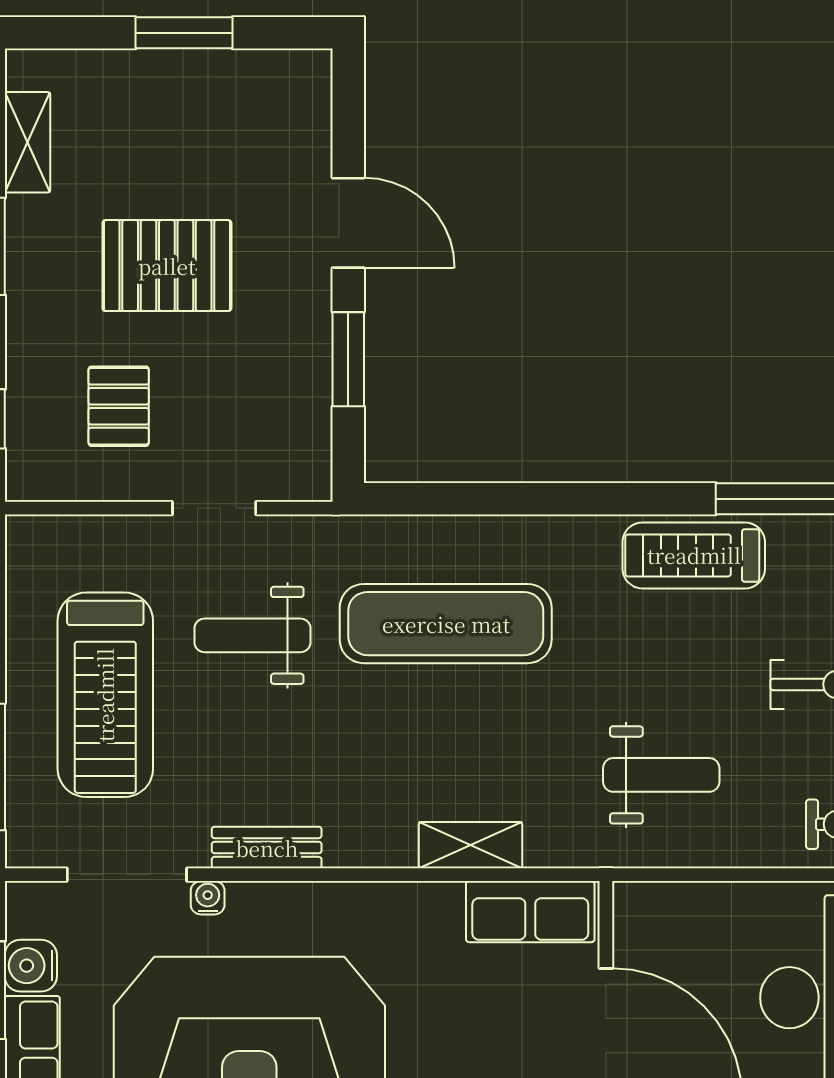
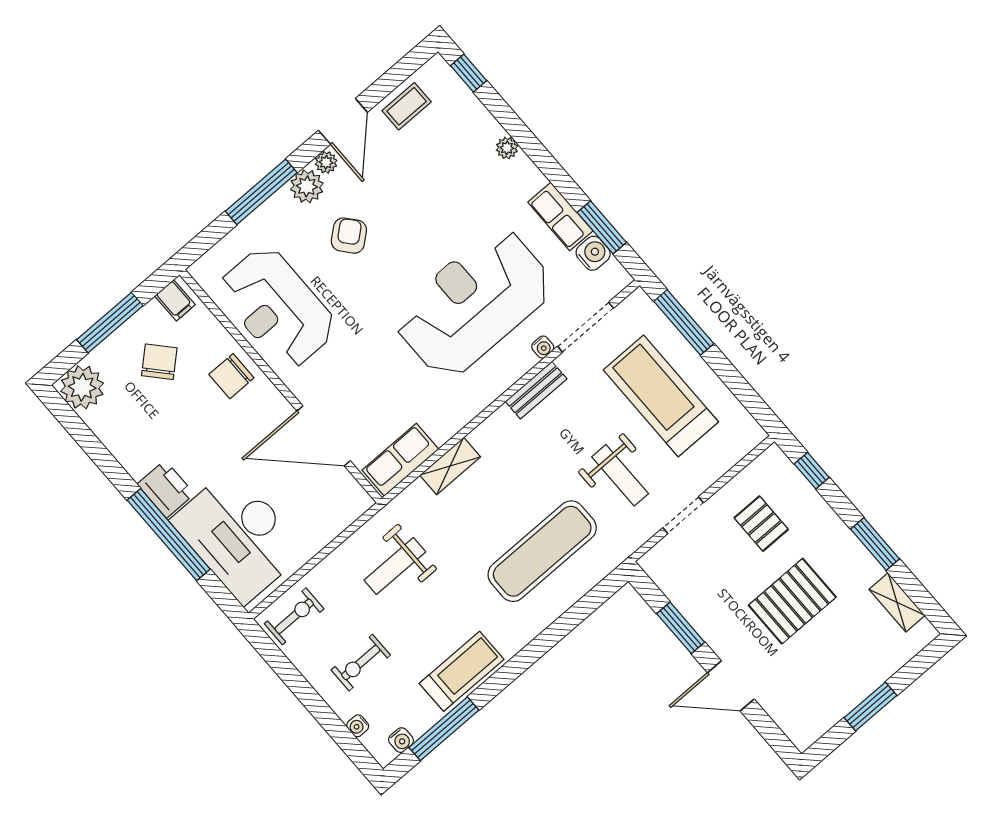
weight bench: (252, 635) -> (620, 475), turned 90

